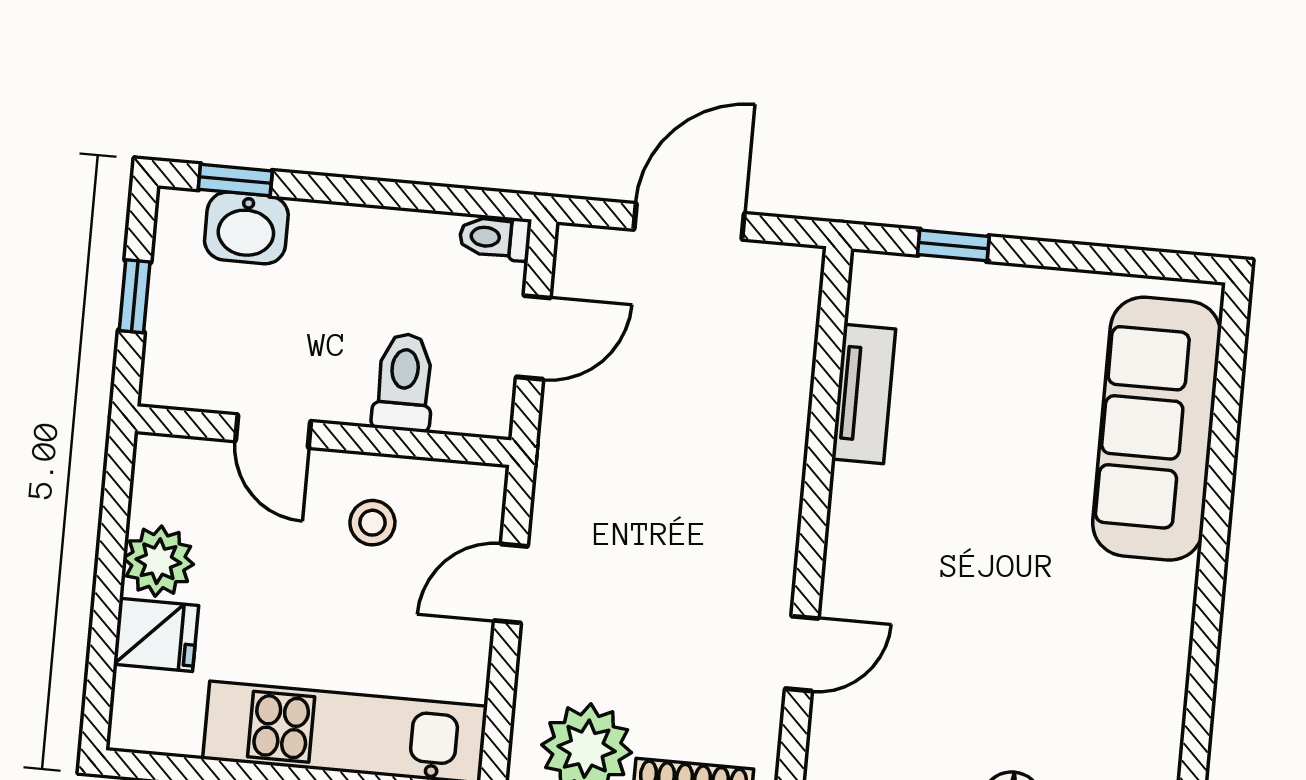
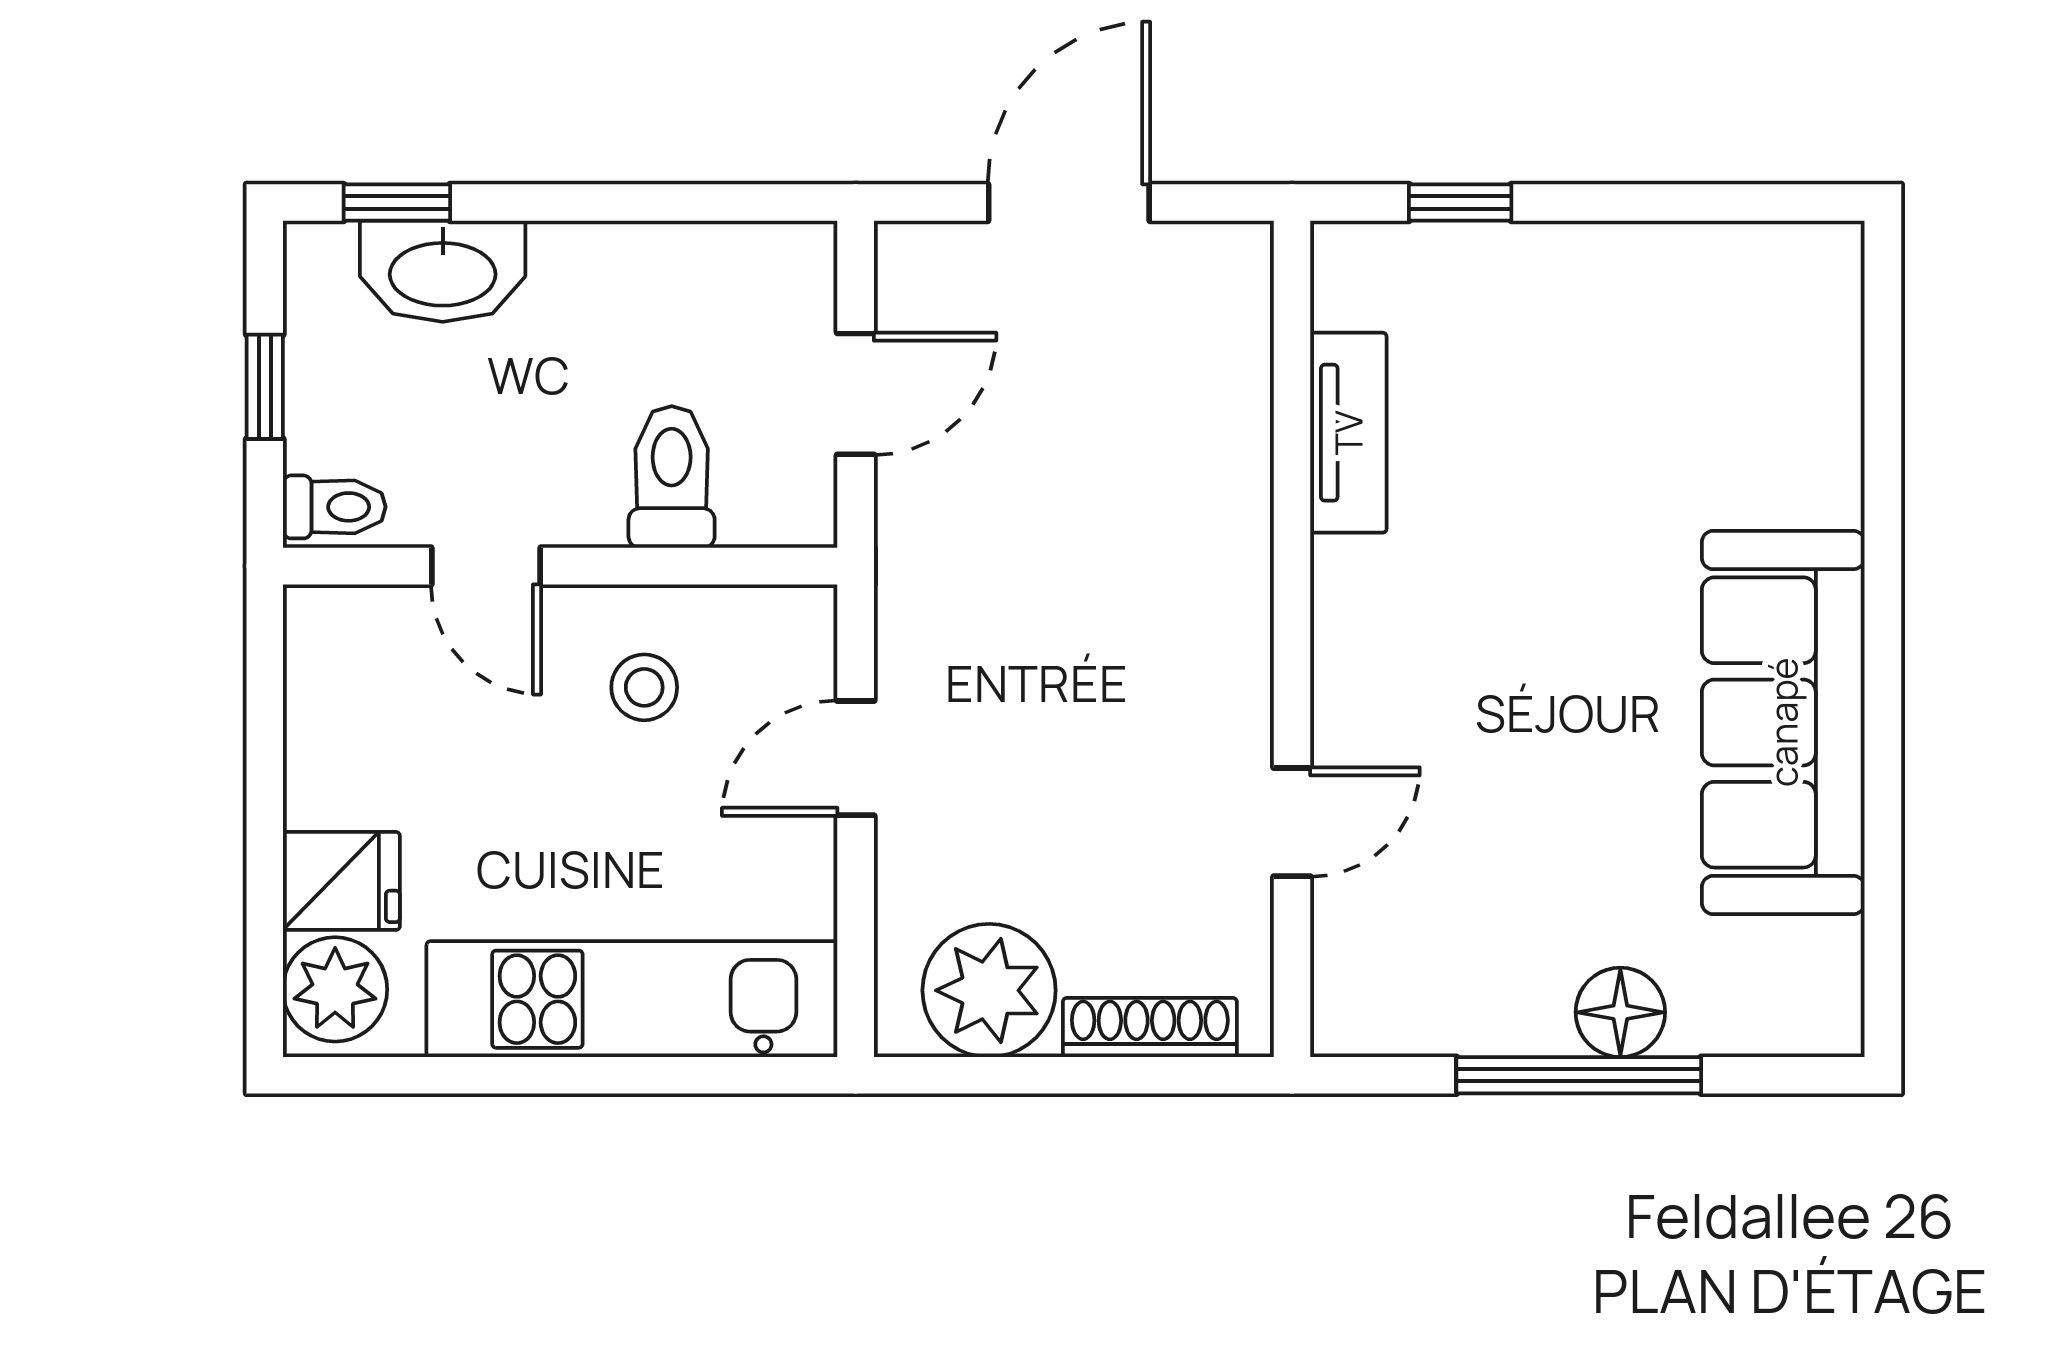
washbasin: (246, 228) -> (443, 271), width x1.38
toilet: (495, 238) -> (334, 507), moved, turned 180
sofa: (1157, 429) -> (1783, 722), moved
plant: (158, 561) -> (335, 989), moved

